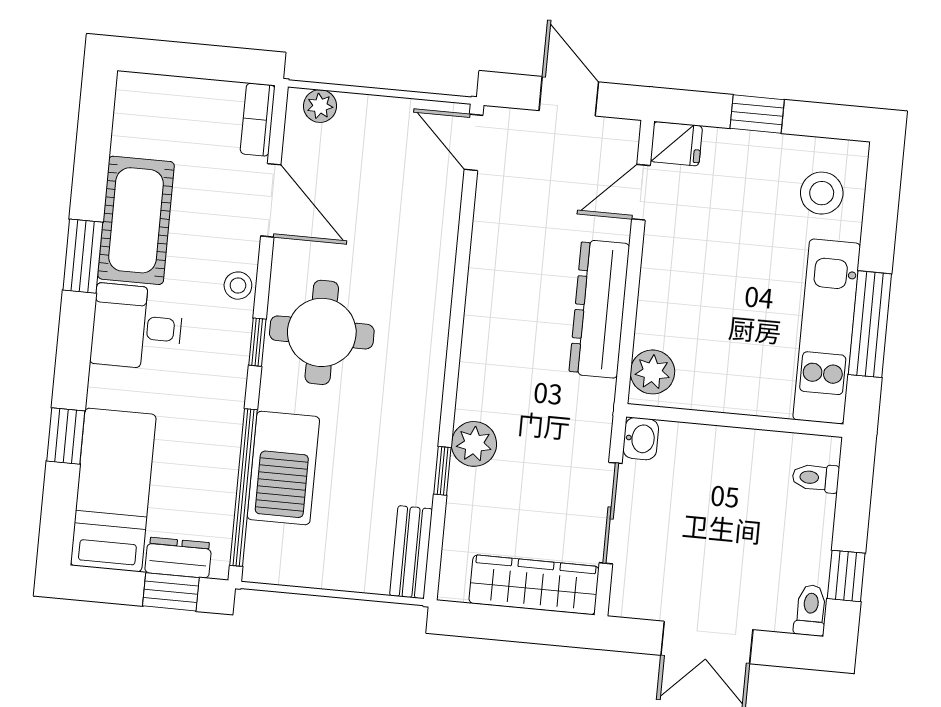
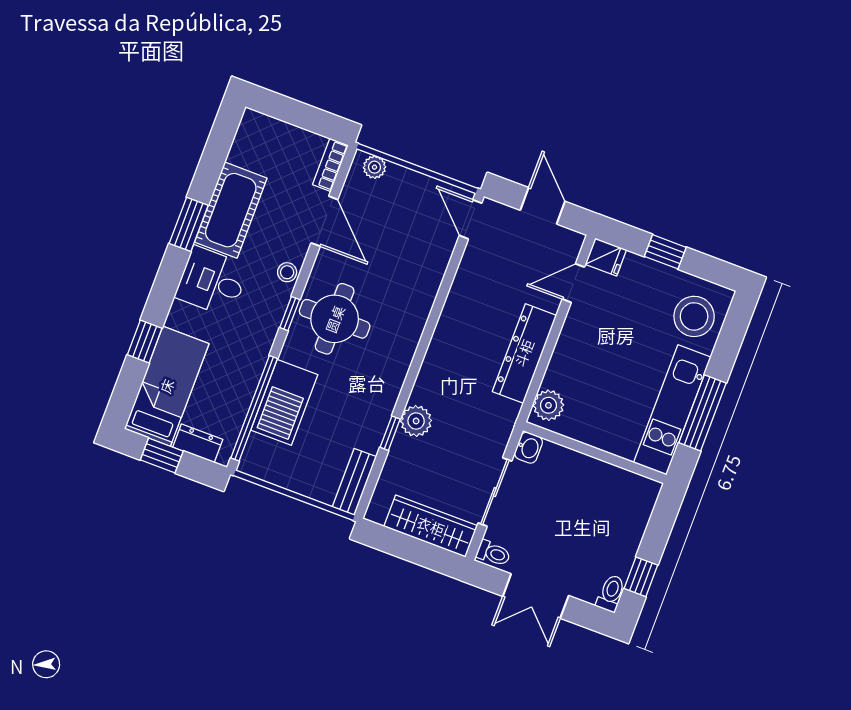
stool: (822, 193) -> (694, 316), width x1.38, depth x1.38
toilet: (816, 478) -> (493, 553), moved, turned 180
window: (171, 592) -> (162, 455), moved

